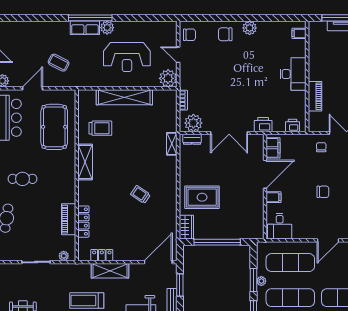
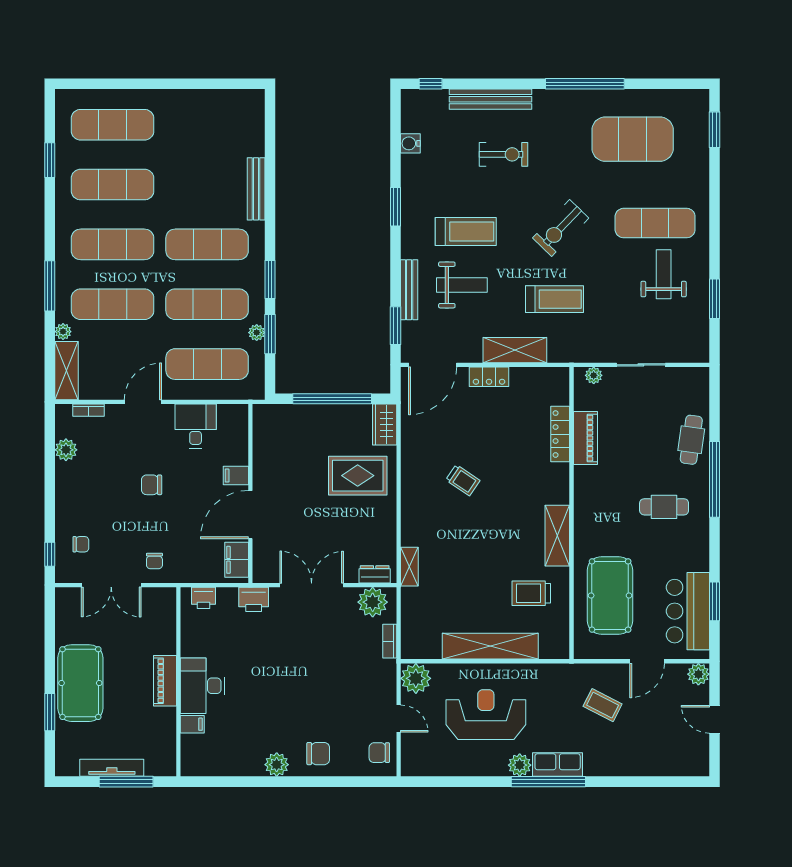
filing cabinet: (299, 33) -> (192, 724), moved
piano: (315, 96) -> (165, 681), moved
desk: (280, 226) -> (196, 426), moved
locker: (102, 255) -> (489, 377), moved

